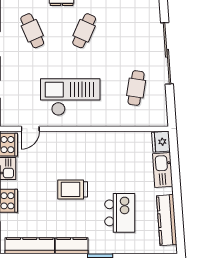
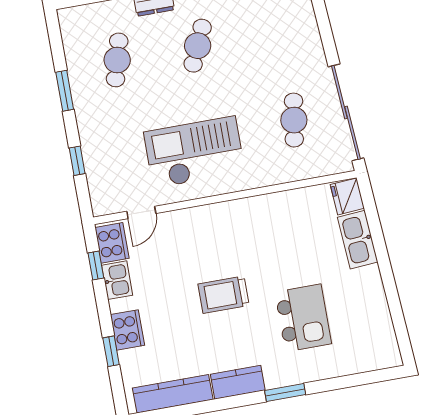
cafe table: (32, 31) -> (117, 60), turned 39
sliding door: (167, 53) -> (346, 112), moved
kitchen counter: (167, 220) -> (378, 316), removed

